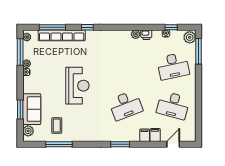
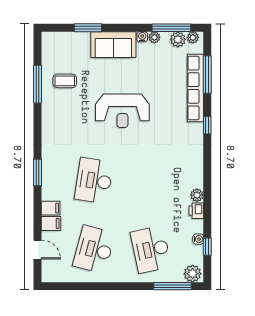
desk: (126, 105) -> (94, 181), turned 30
sofa: (32, 109) -> (113, 45), moved
plant: (28, 131) -> (178, 39), moved

